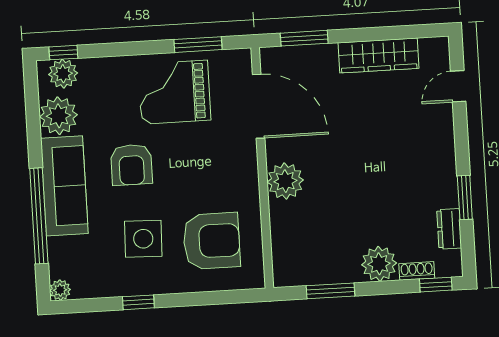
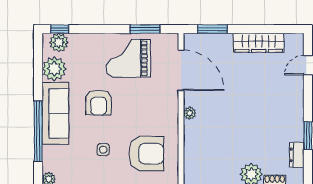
plant: (285, 181) -> (190, 113), width x0.53, depth x0.53
side table: (143, 239) -> (103, 150), width x0.54, depth x0.54

